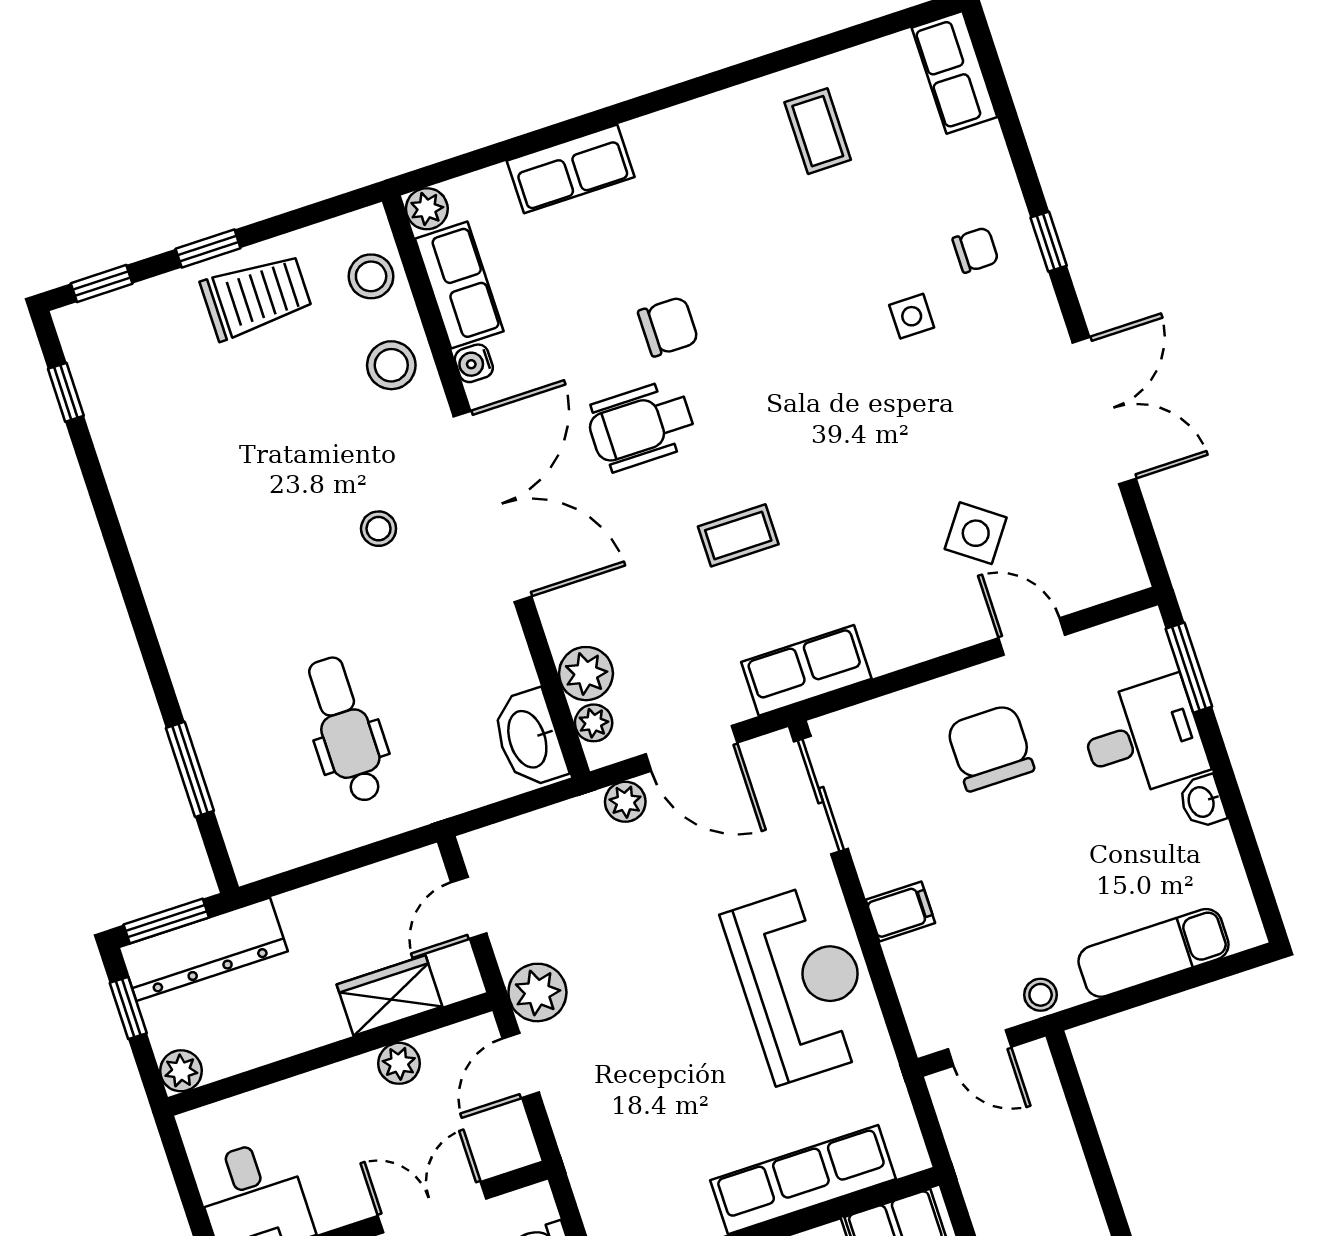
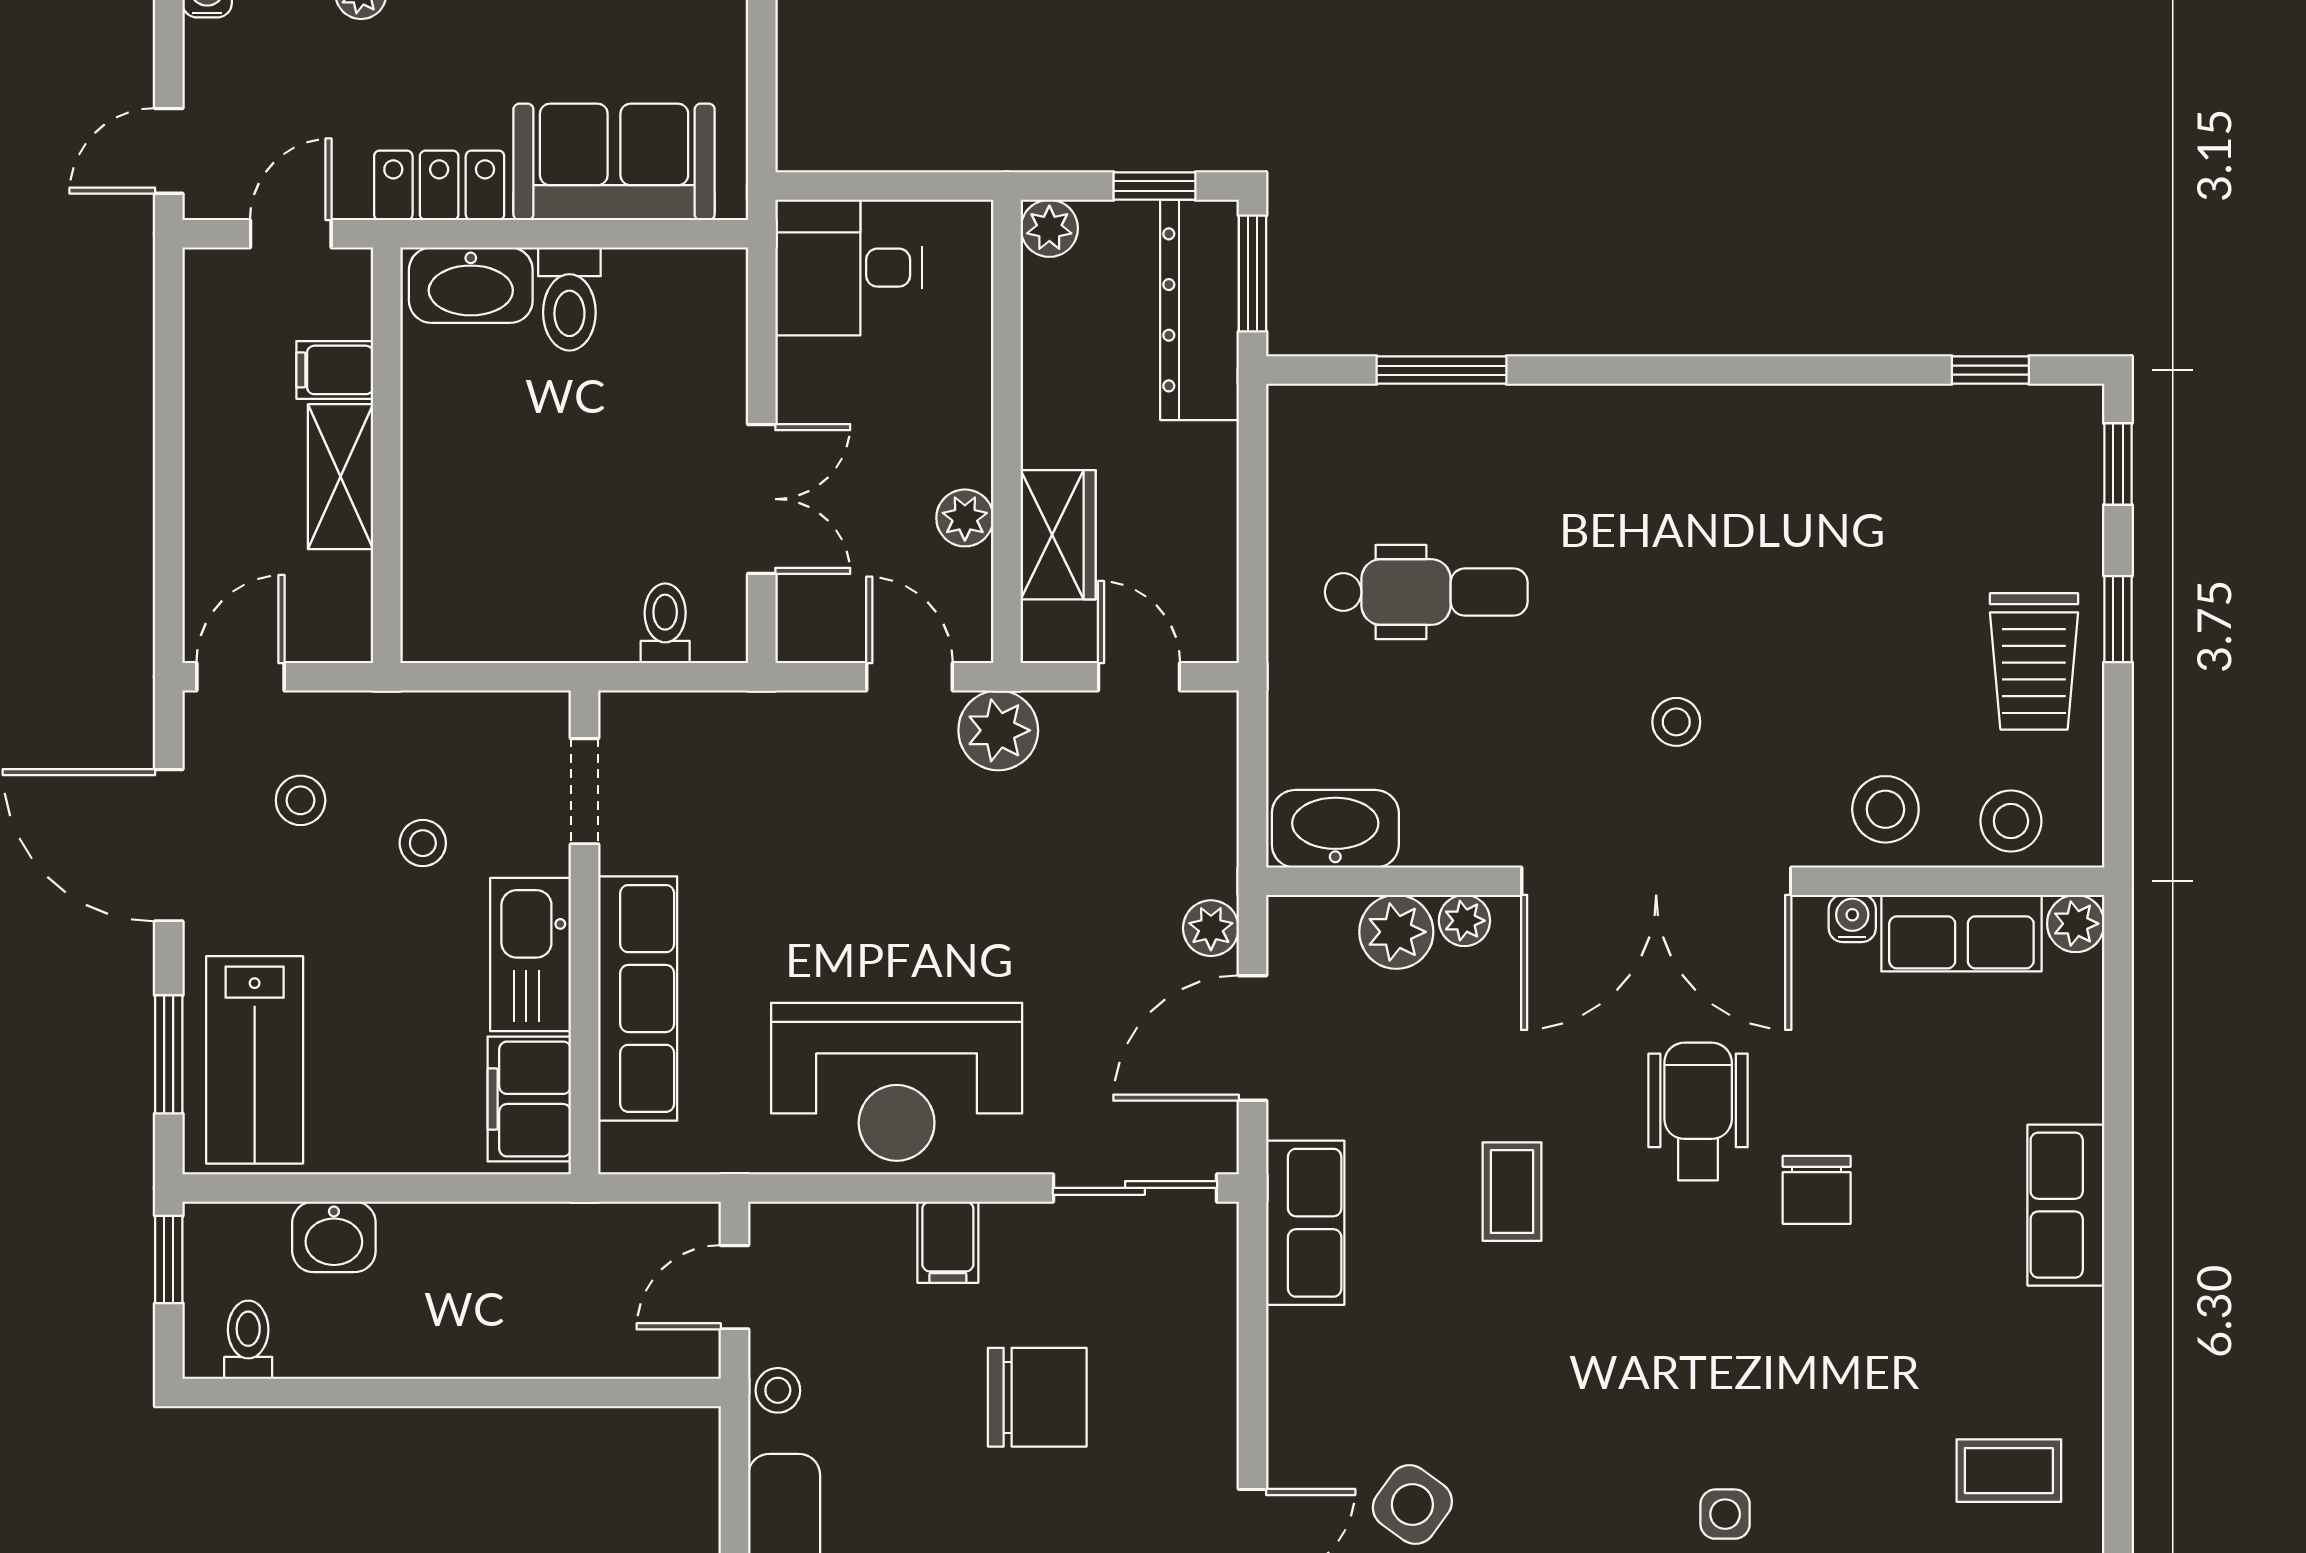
row of seats: (571, 169) -> (2066, 1205), moved
plant: (594, 723) -> (1464, 921), moved
chair: (990, 748) -> (1037, 1397), moved

